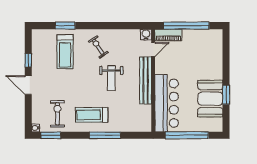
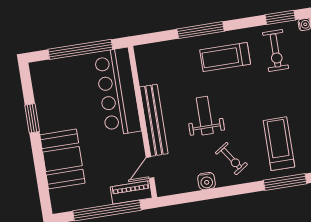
window: (65, 26) -> (285, 182), width x1.44
water cooler: (146, 35) -> (207, 181), moved
booth: (210, 99) -> (62, 159), moved
treadmill: (92, 115) -> (225, 57), turned 180

